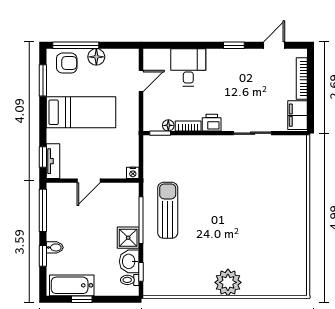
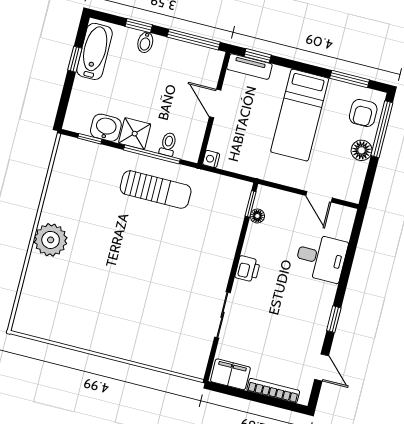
bookcase: (188, 126) -> (251, 240), removed
toilet: (130, 280) -> (168, 144), moved

